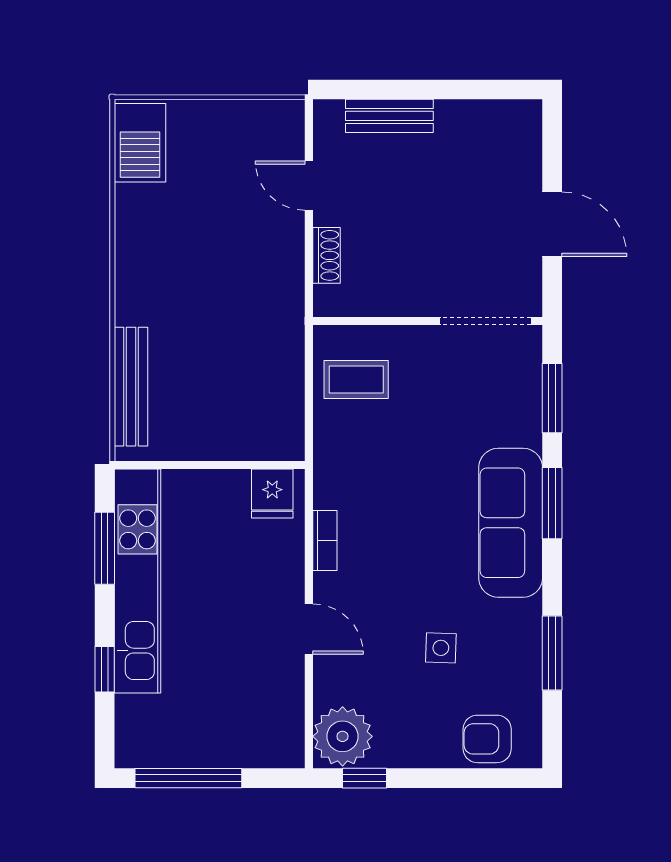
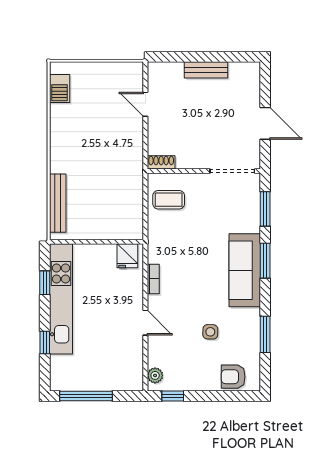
bench: (389, 116) -> (206, 70), moved
barbecue: (140, 143) -> (60, 88), width x0.73, depth x0.79
shoe rack: (326, 255) -> (161, 162), moved, turned -90
window: (105, 548) -> (45, 283), width x0.67
plant: (343, 736) -> (155, 375), width x0.53, depth x0.53

